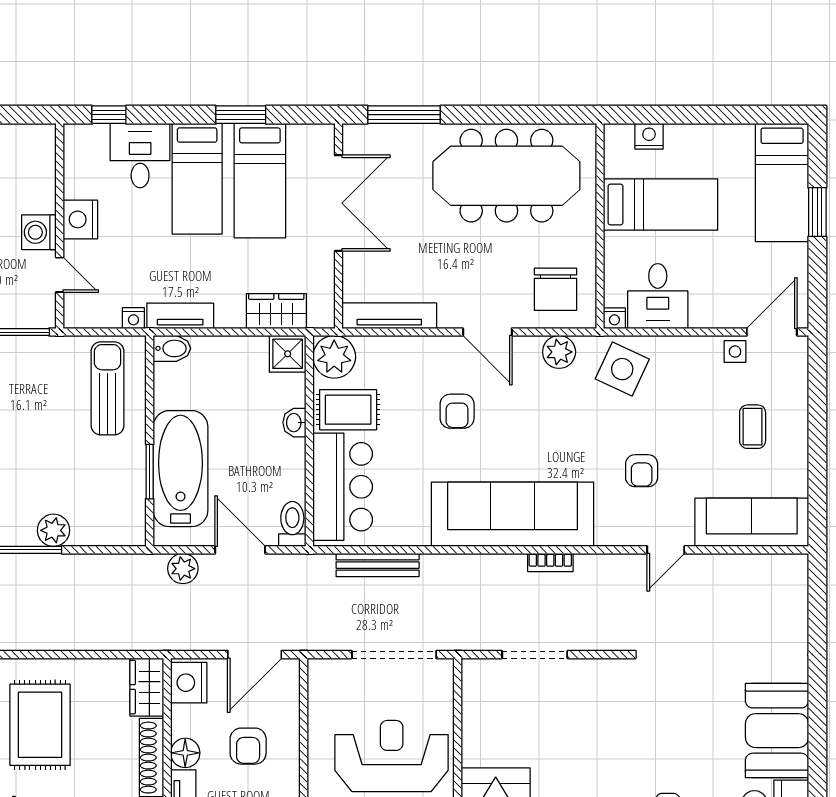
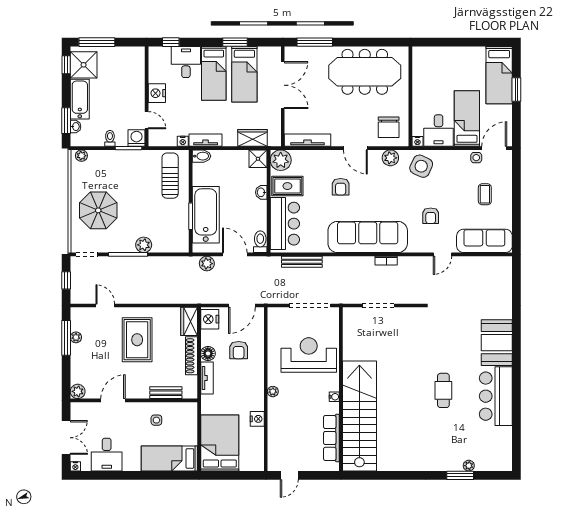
nightstand: (649, 136) -> (434, 53), removed
bed: (661, 205) -> (467, 119), moved, turned -90
washing machine: (39, 232) -> (137, 138), moved, turned 90

